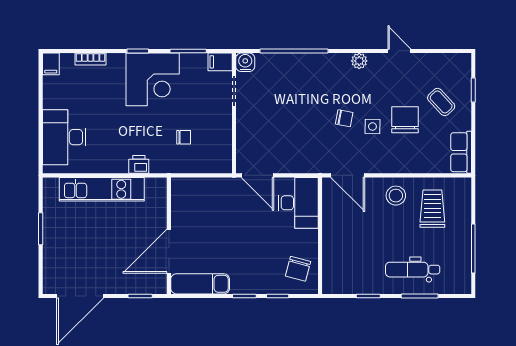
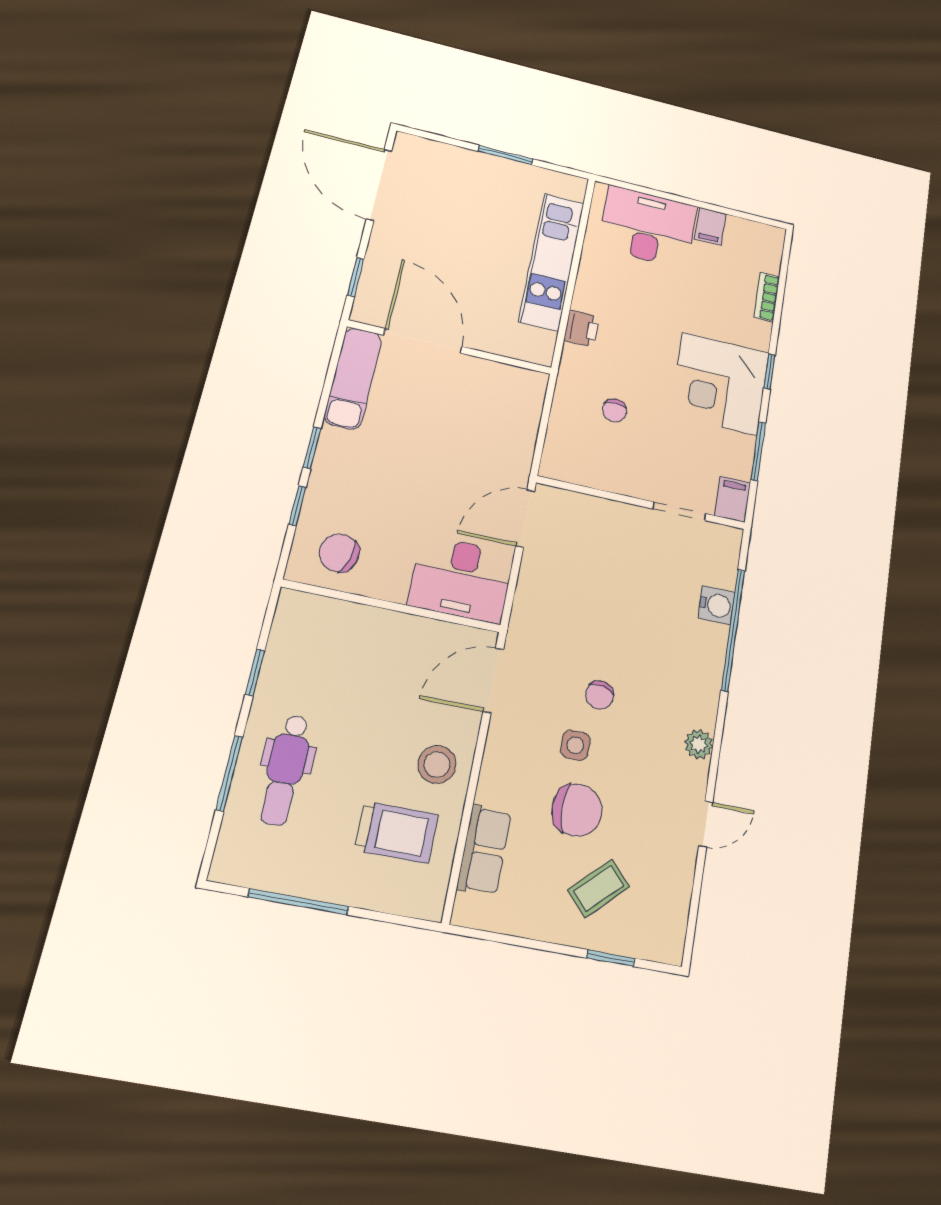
water cooler: (245, 62) -> (716, 605), moved
filing cabinet: (51, 64) -> (710, 226), moved, turned -90
row of seats: (461, 152) -> (484, 850), moved, turned 90
dental chair: (413, 270) -> (285, 770), turned 180

